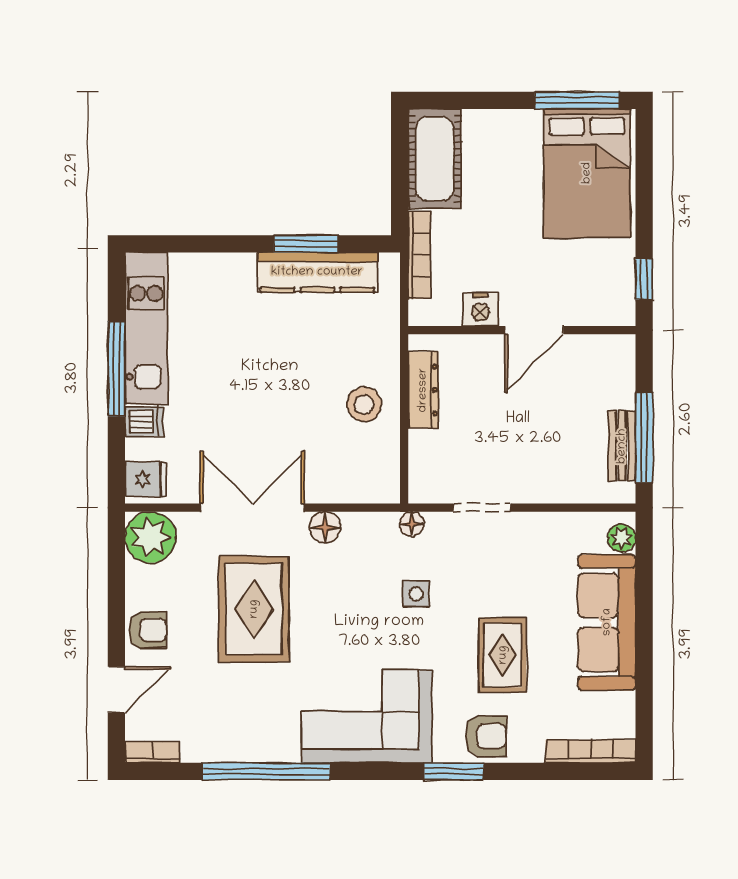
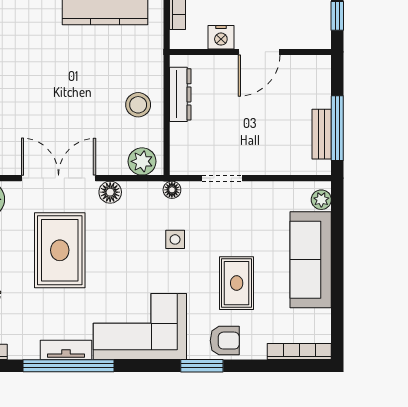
plant: (370, 484) -> (142, 161), added
tv unit: (263, 749) -> (66, 350), added

